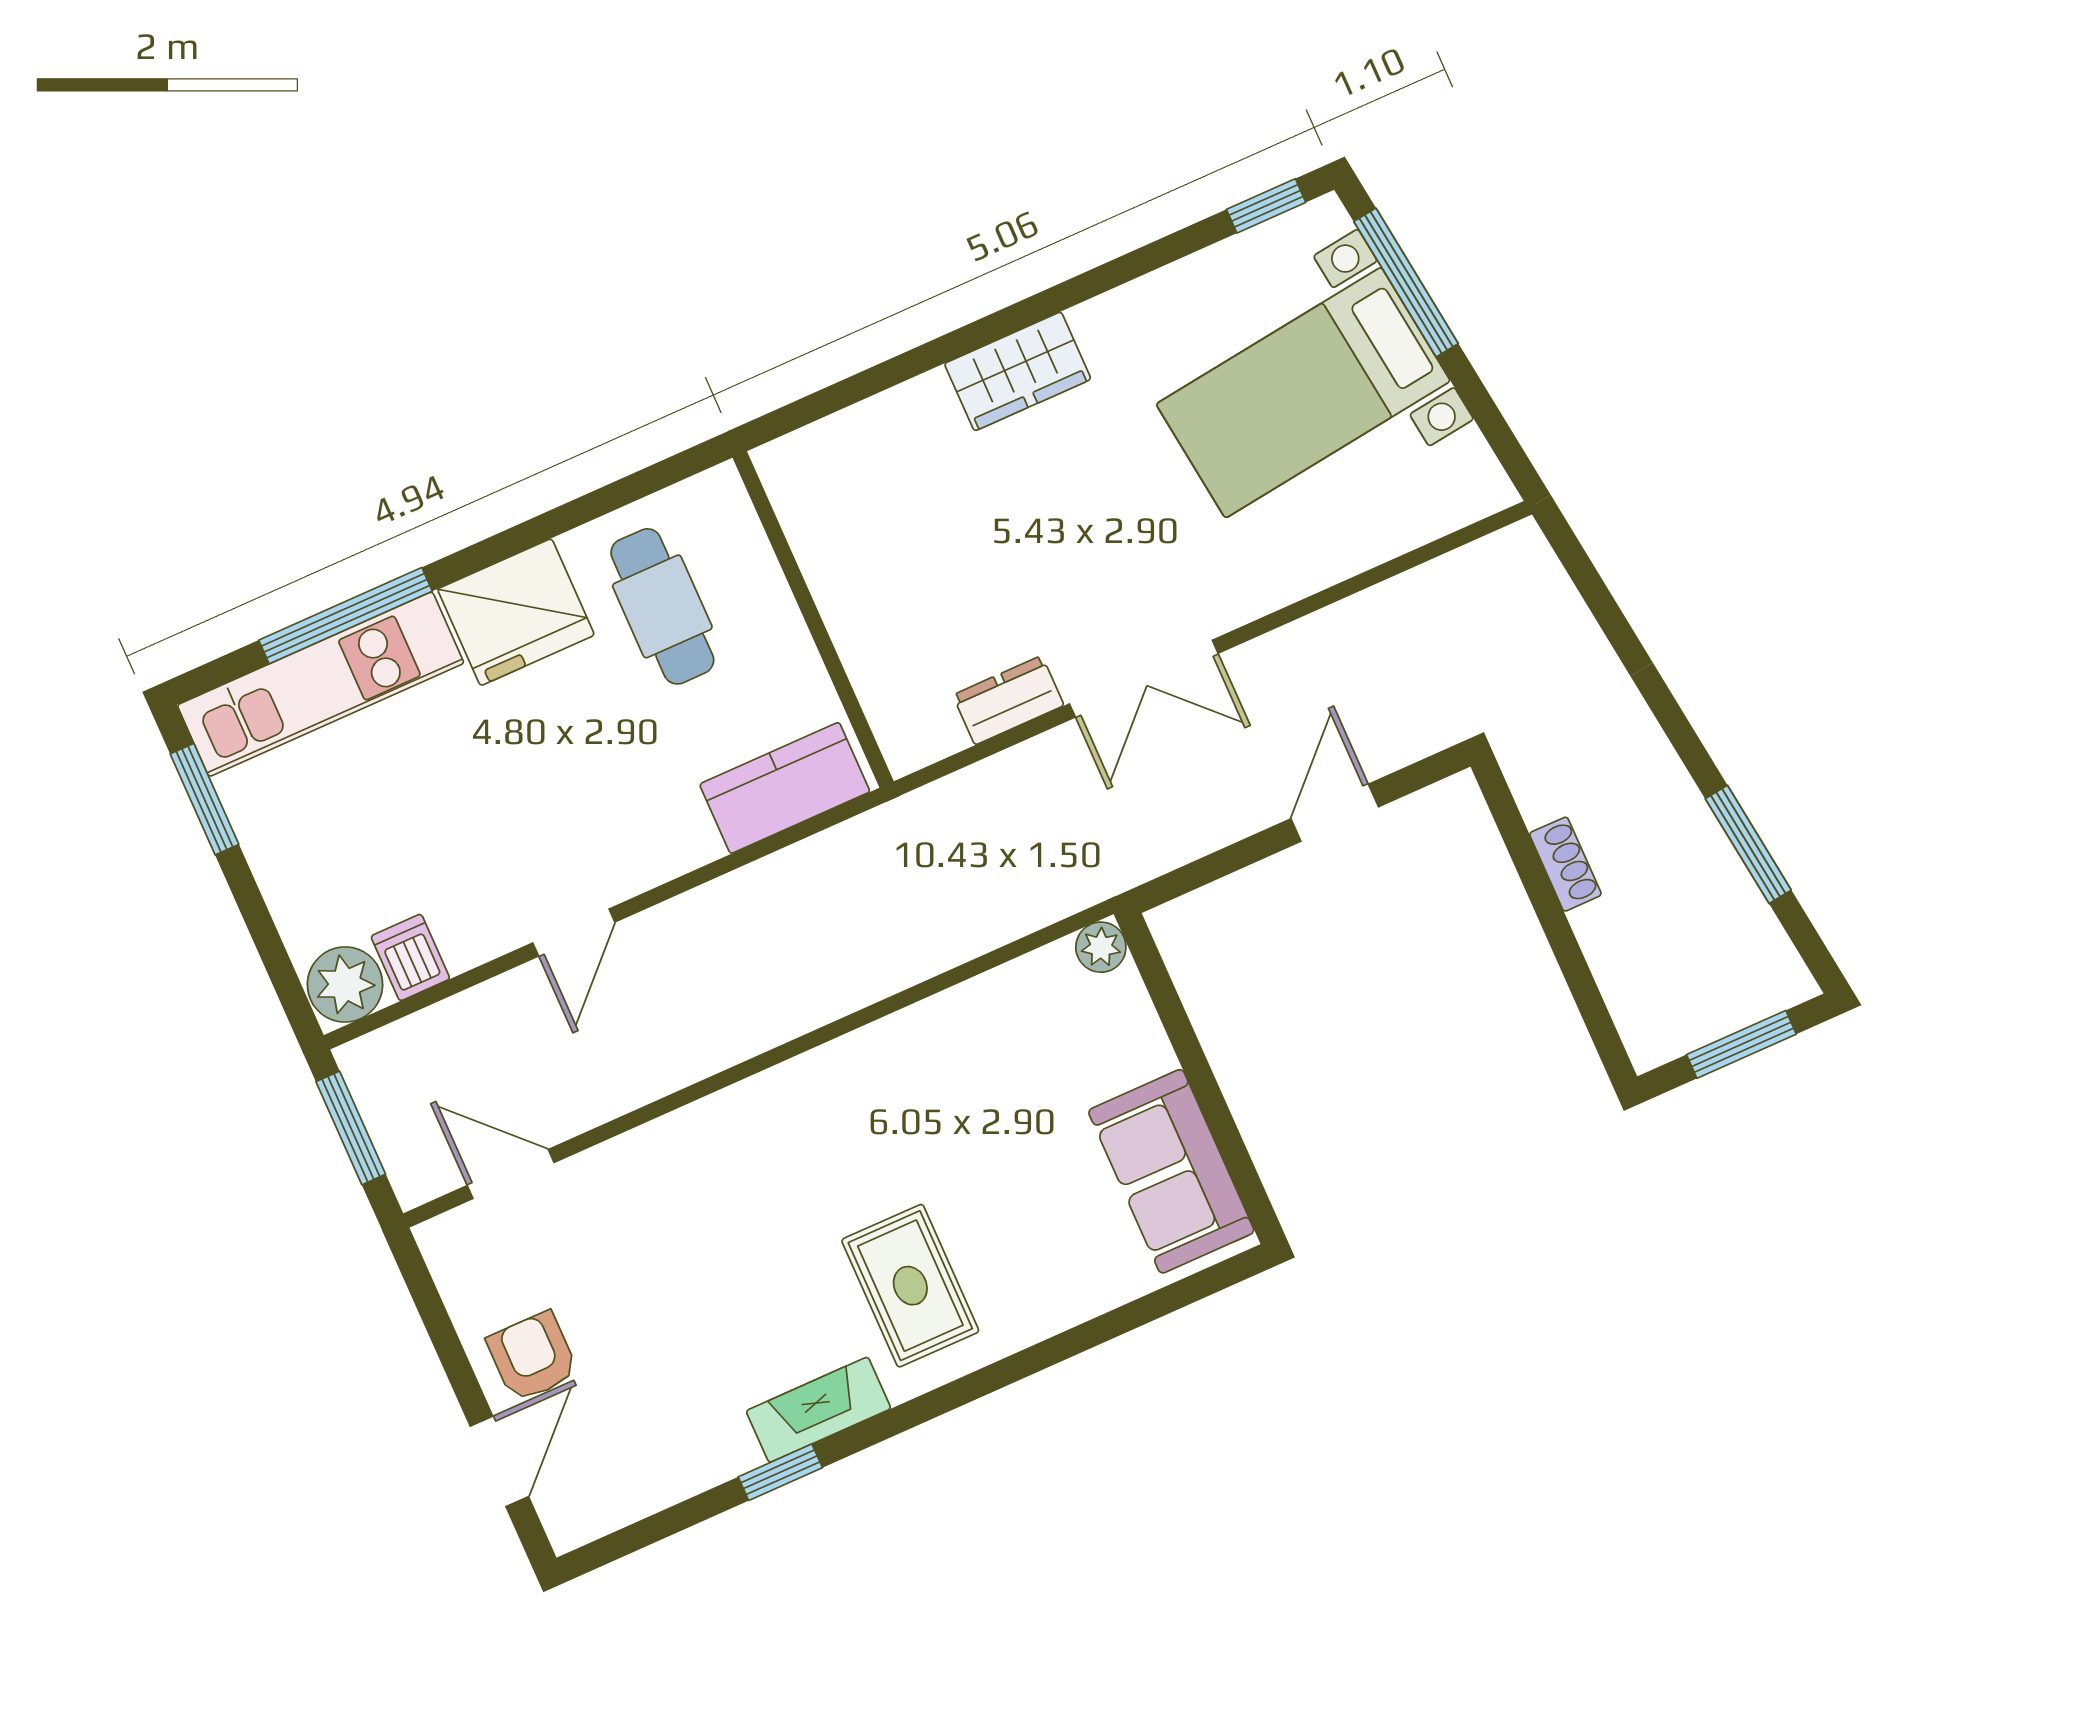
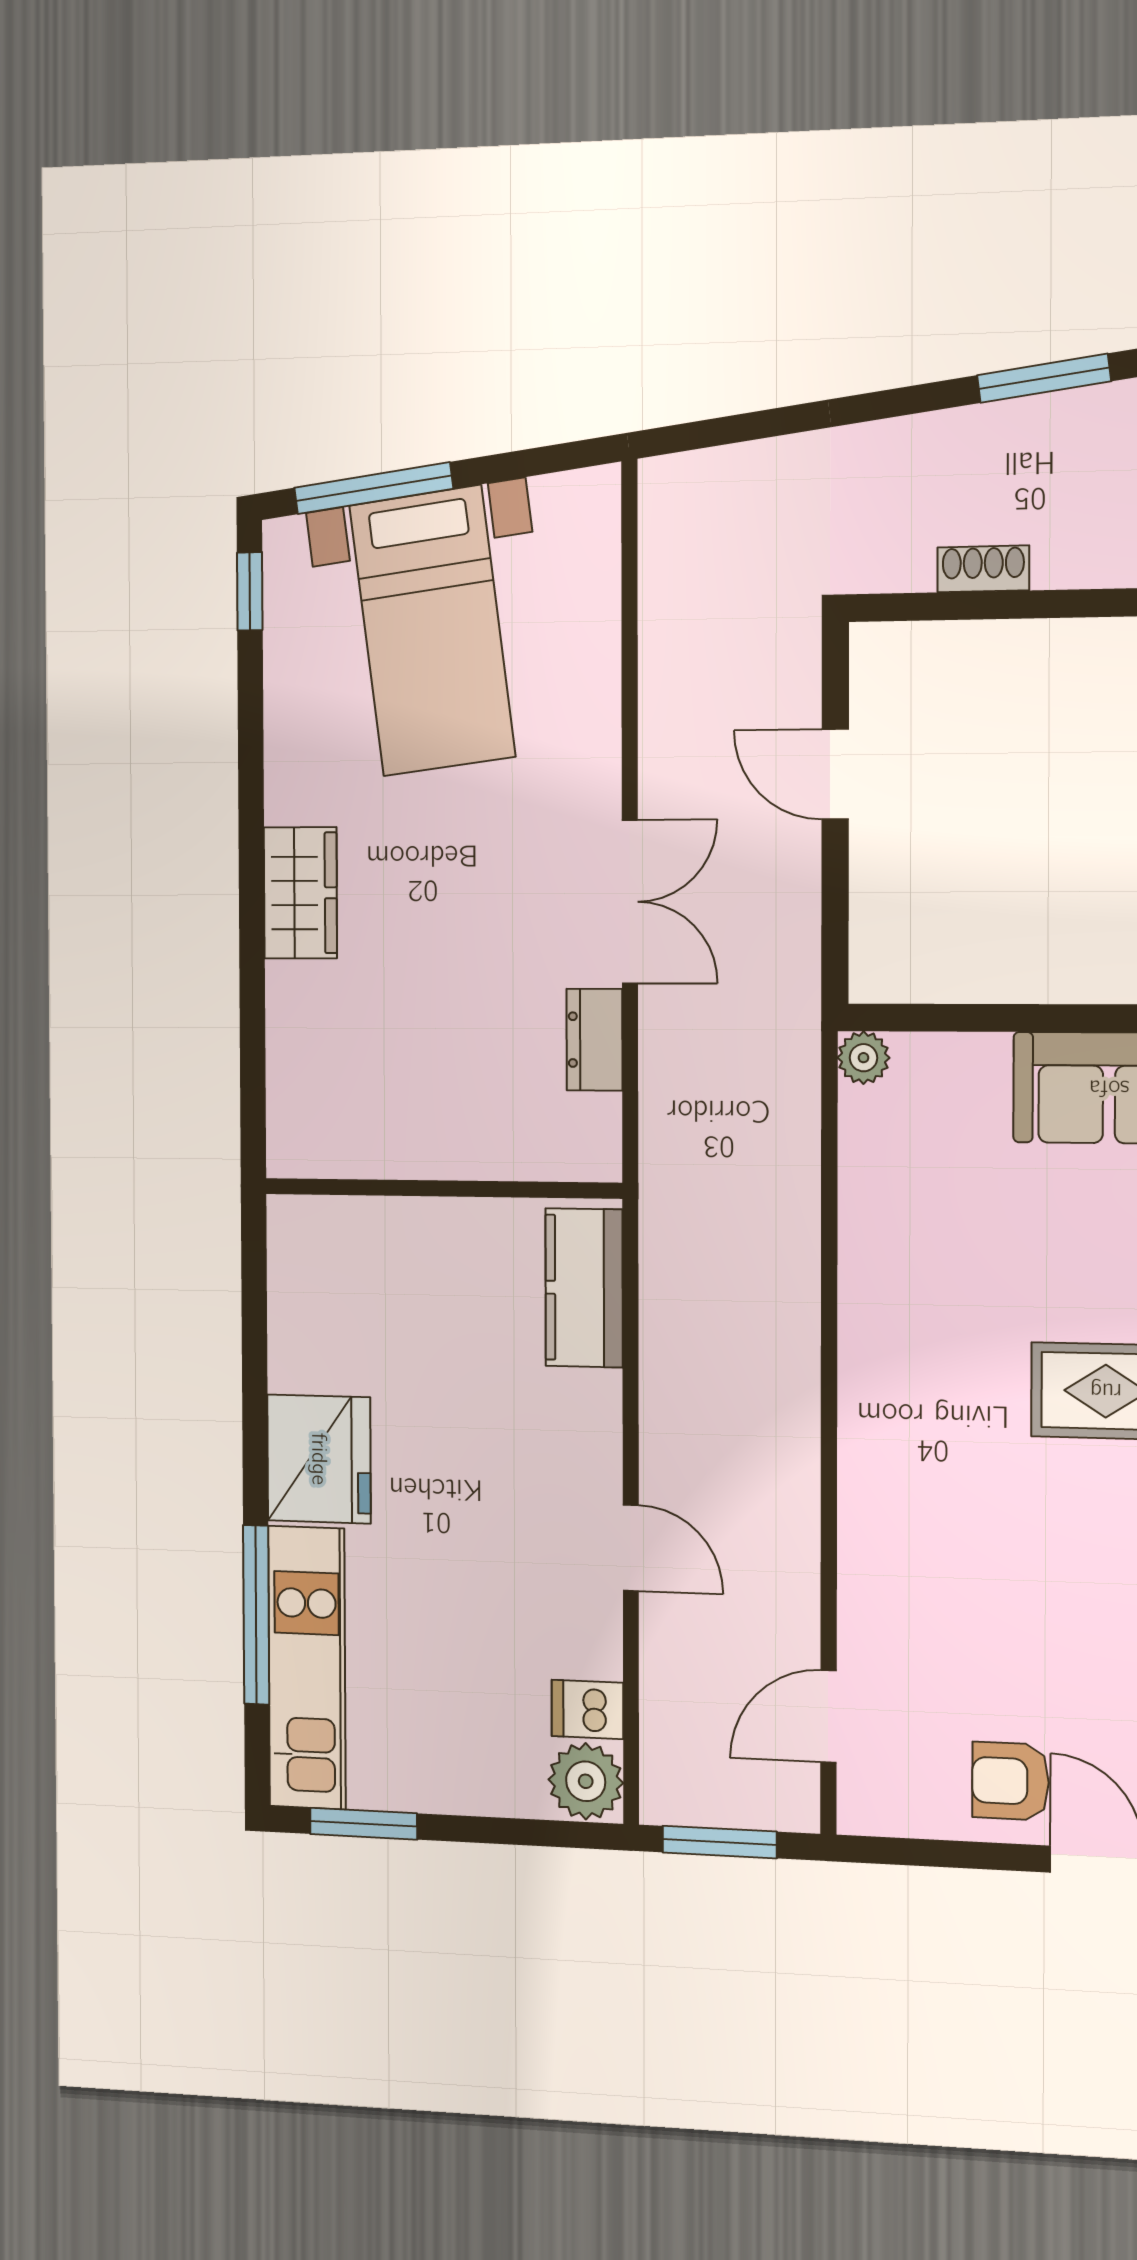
cafe table: (662, 606) -> (371, 1322), removed

